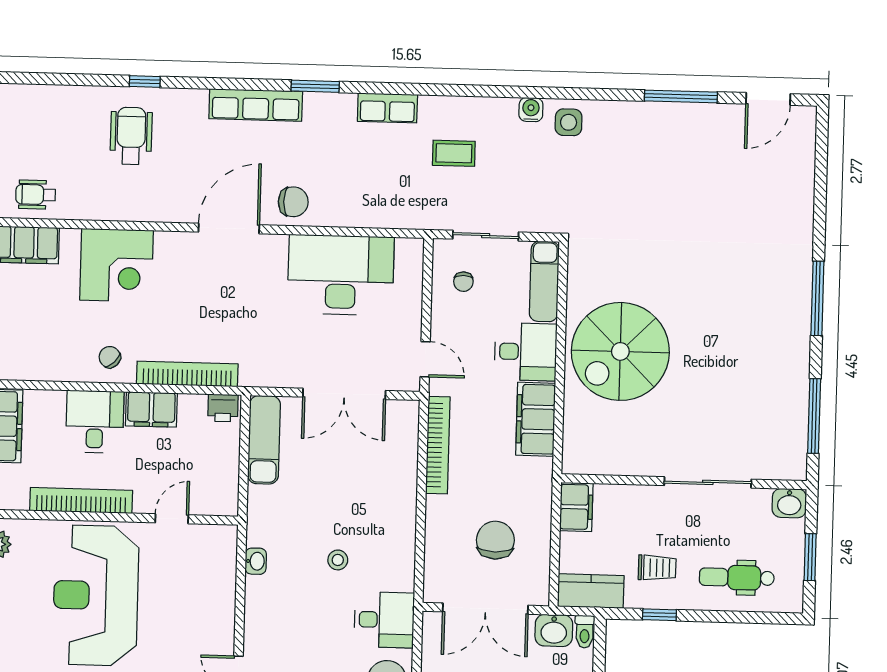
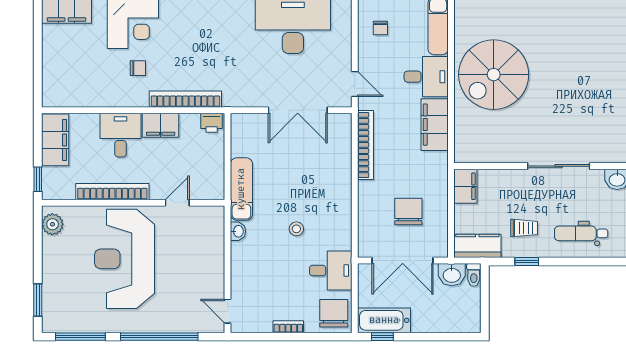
chair: (110, 357) -> (138, 68), moved, turned 135
exam couch: (264, 440) -> (241, 189), moved

